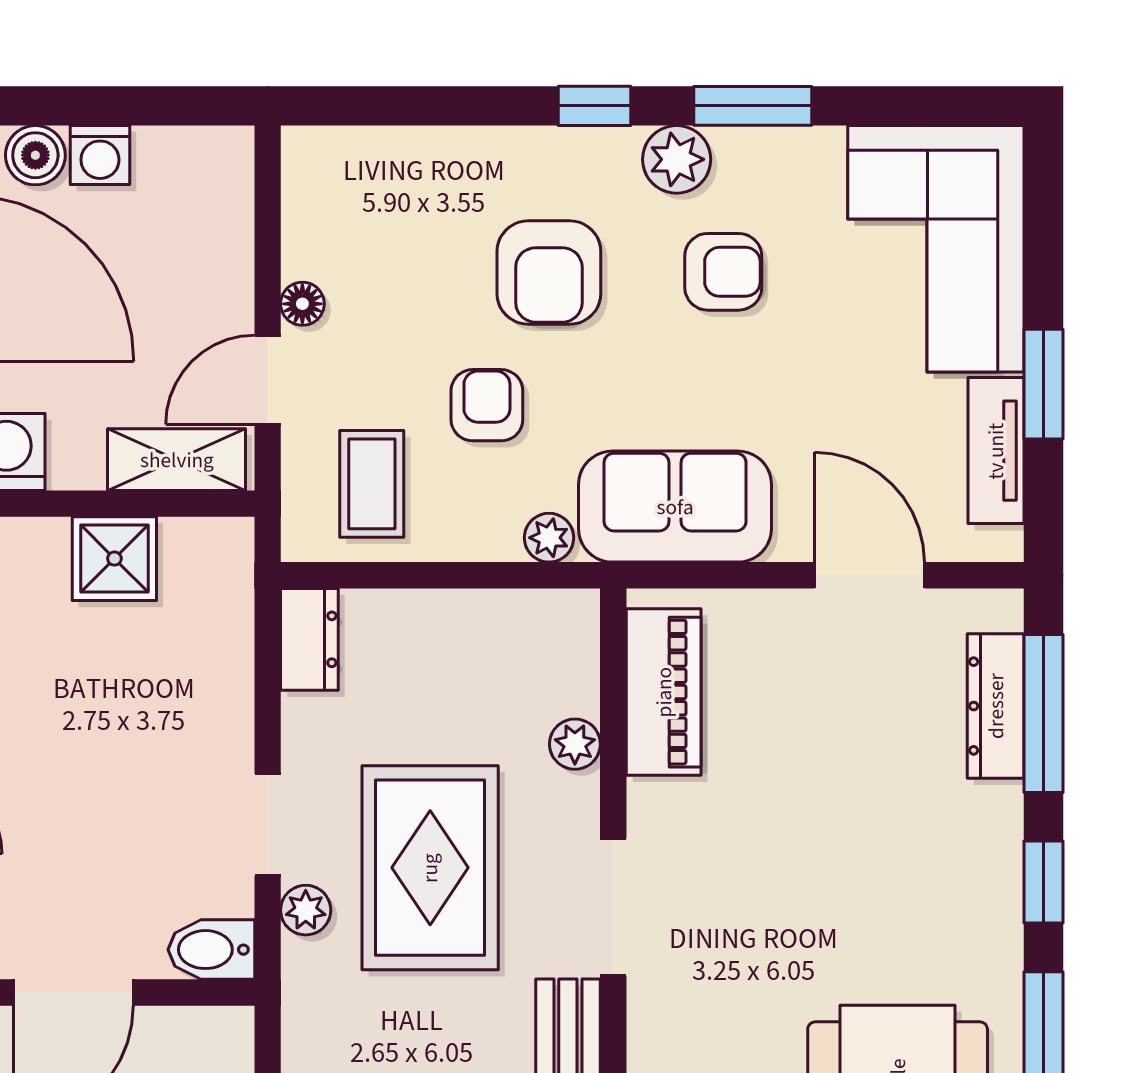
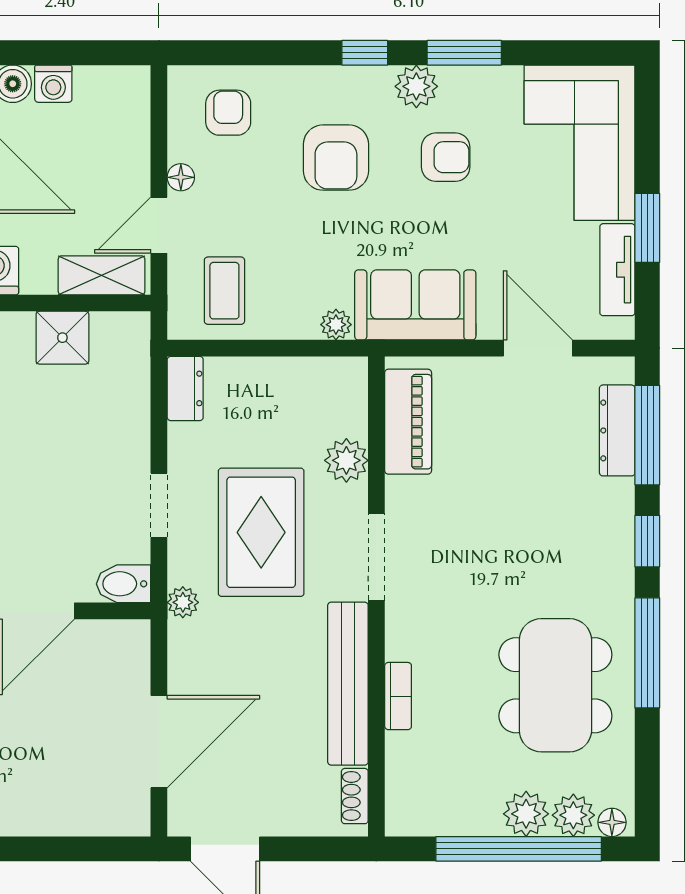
armchair: (487, 405) -> (228, 113), moved
plant: (575, 744) -> (346, 460), width x1.38, depth x1.38
plant: (306, 910) -> (183, 602), moved

